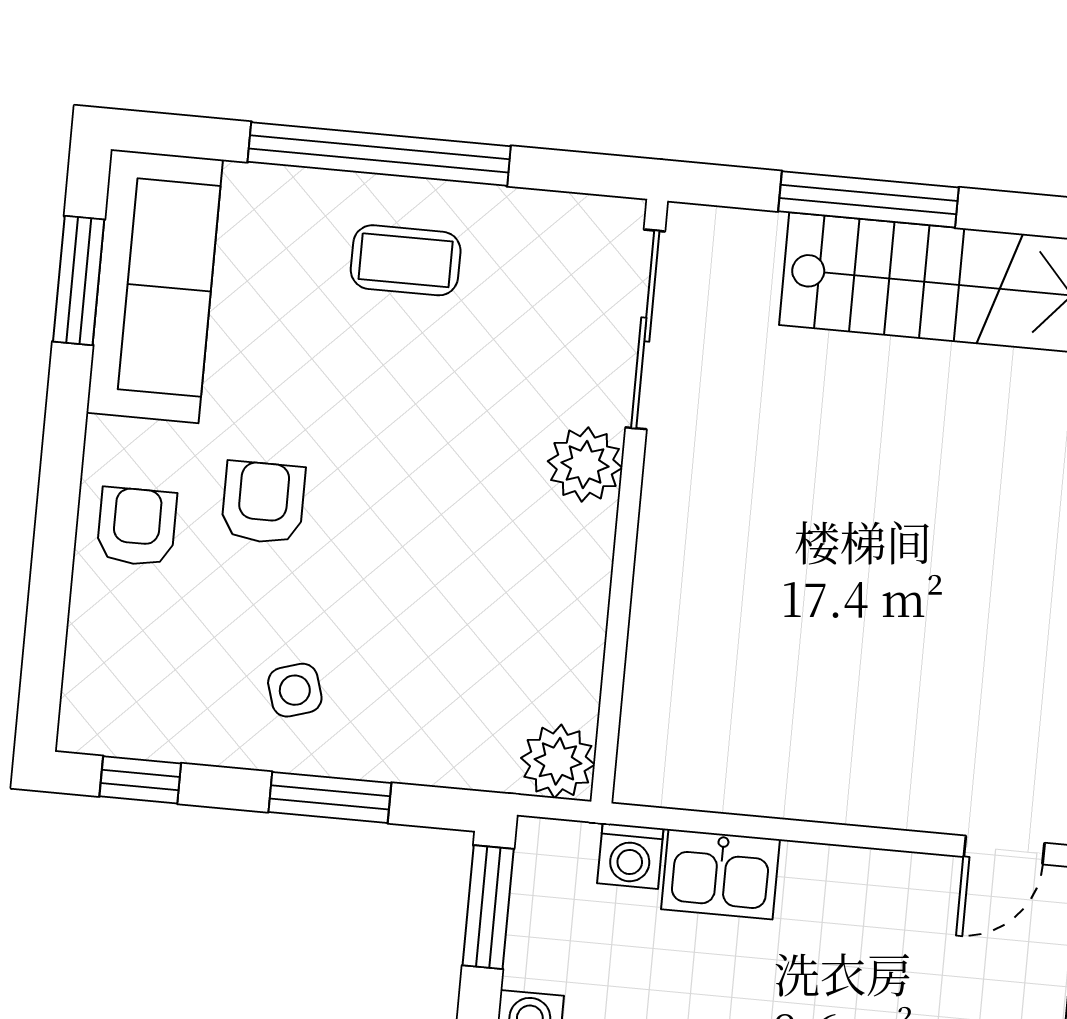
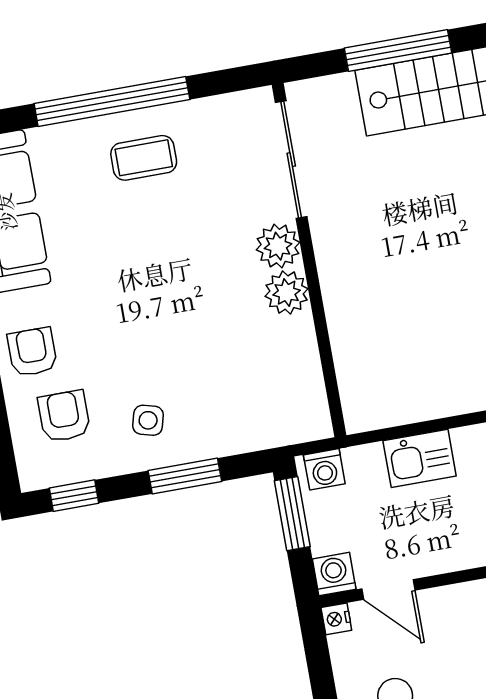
armchair: (263, 502) -> (64, 416), moved
side table: (295, 690) -> (148, 420), turned 32
plant: (558, 761) -> (287, 293), moved
washing machine: (630, 856) -> (324, 469), moved

